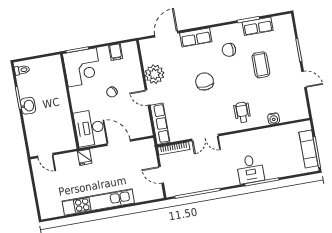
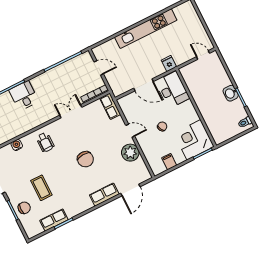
chair: (229, 50) -> (24, 208), moved
row of seats: (160, 124) -> (110, 106), width x0.68

